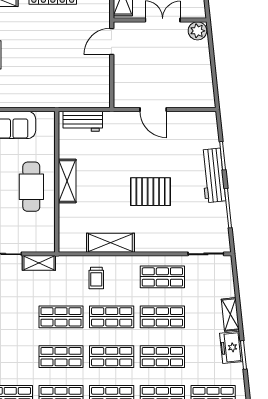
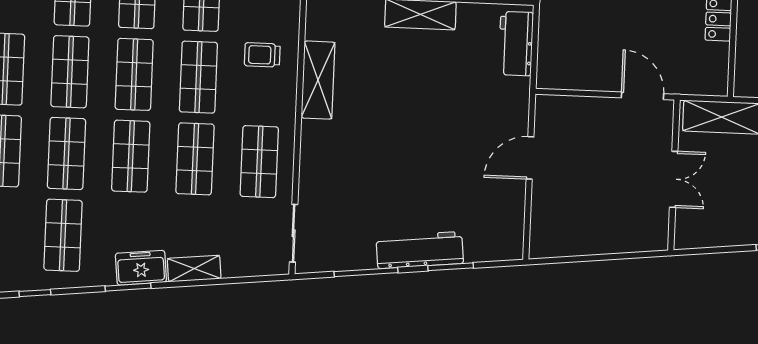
plant: (197, 31) -> (654, 235), removed
pallet: (151, 192) -> (398, 148), removed

